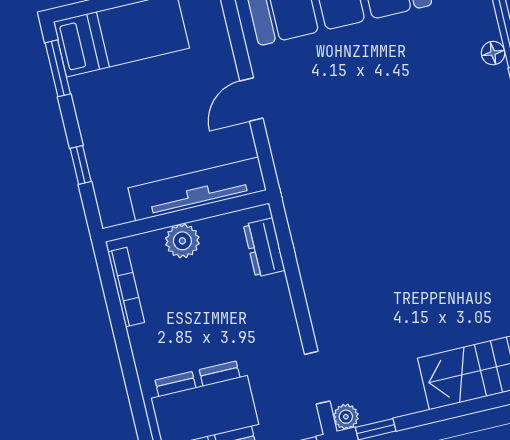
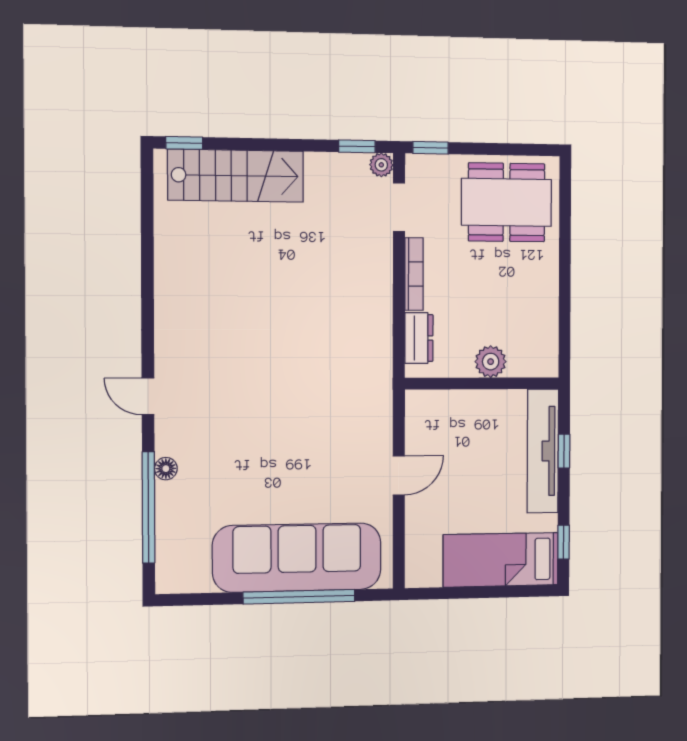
window: (58, 68) -> (564, 542), width x0.67
tv unit: (197, 189) -> (543, 451), moved, turned 90
bookcase: (126, 287) -> (414, 274), moved, turned 180

